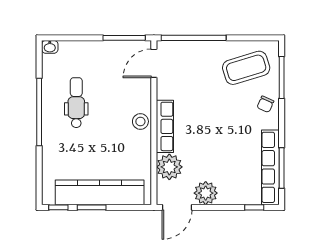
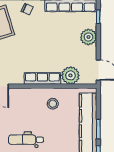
stool: (140, 121) -> (53, 104), moved
plant: (206, 193) -> (88, 37), moved

